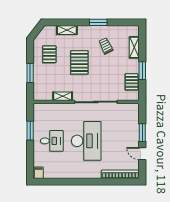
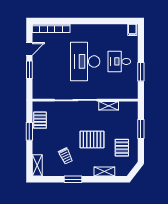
shelving: (134, 47) -> (37, 165), moved
pallet: (79, 62) -> (92, 139), turned 90
door: (142, 154) -> (29, 49), hinge flipped

